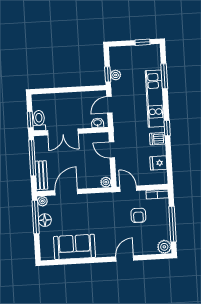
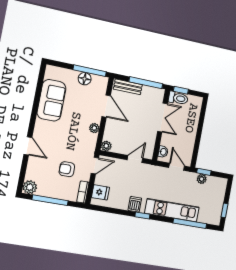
window: (164, 76) -> (190, 223), width x1.44
double door: (63, 132) -> (162, 117), swing flipped
fridge: (158, 163) -> (100, 192), moved, turned 90
plant: (42, 201) -> (94, 128), moved

